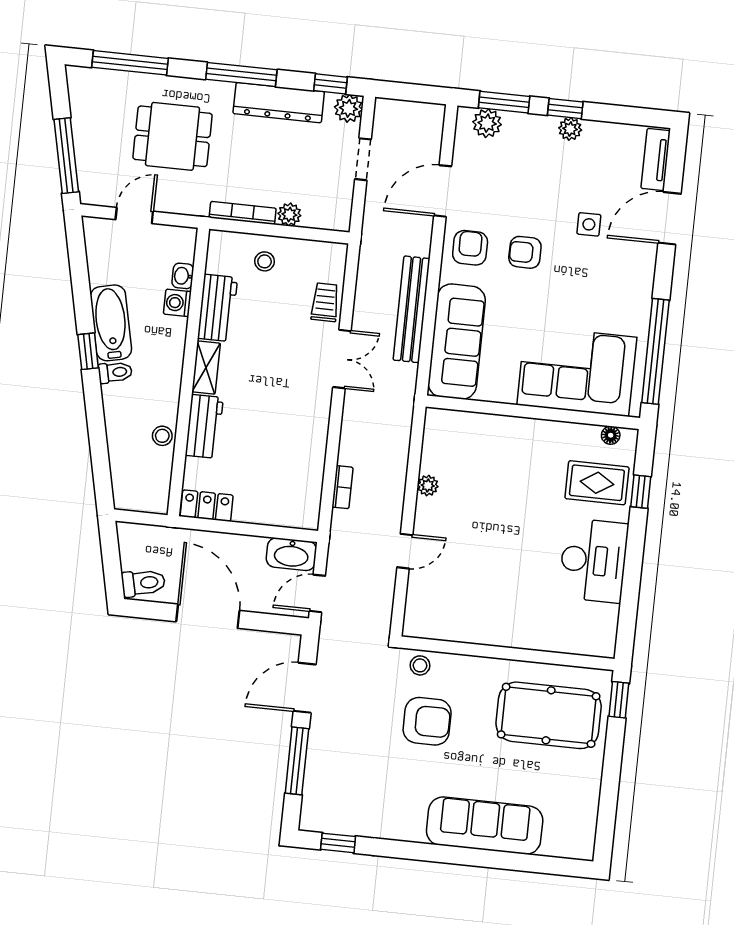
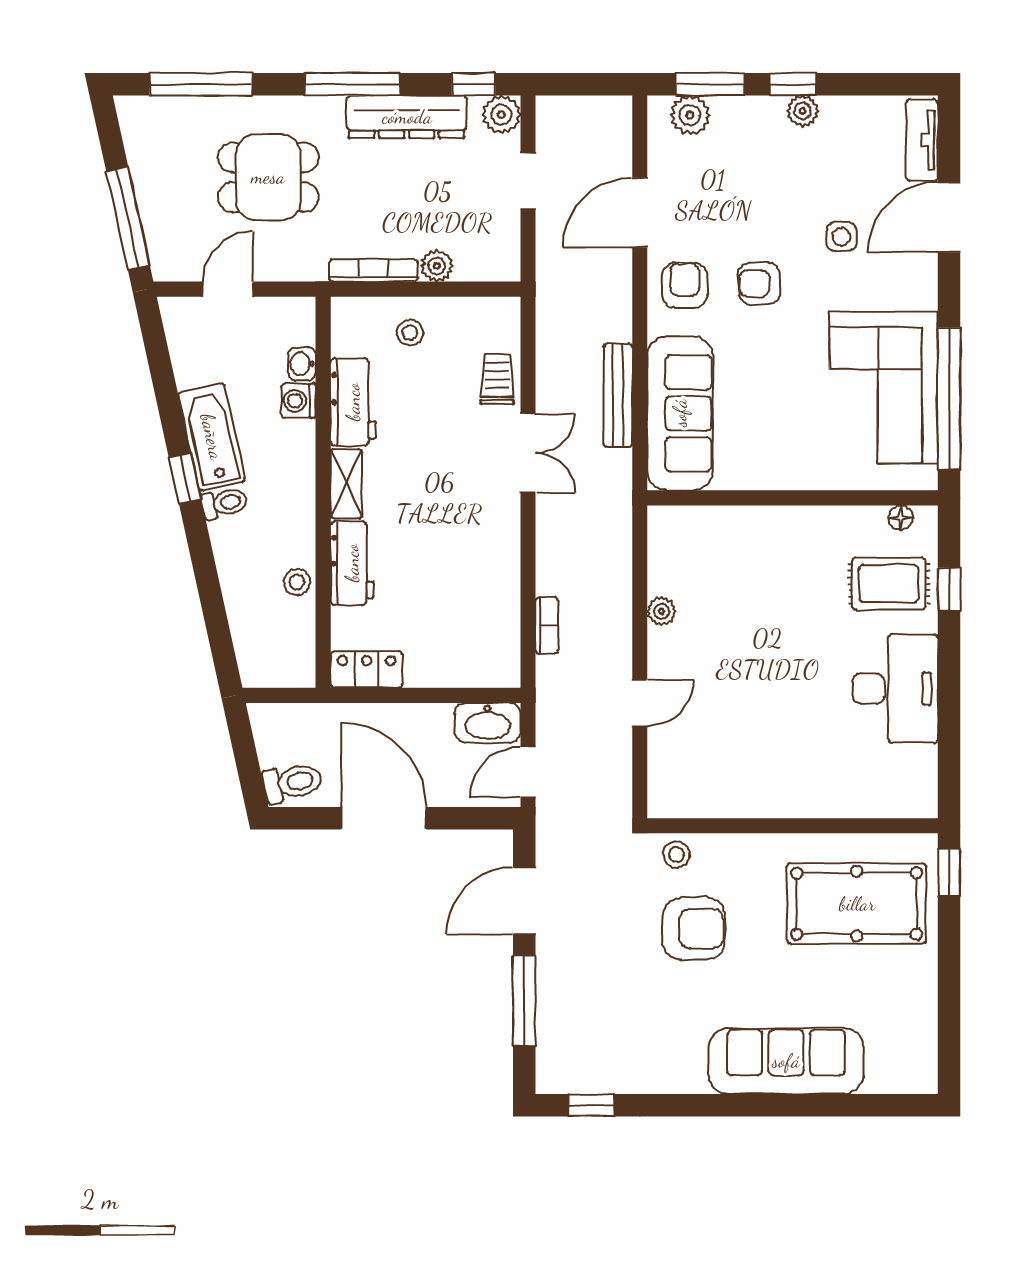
bench: (412, 309) -> (618, 395), width x0.73, depth x0.82
corner sofa: (577, 371) -> (884, 388), moved, turned -90

